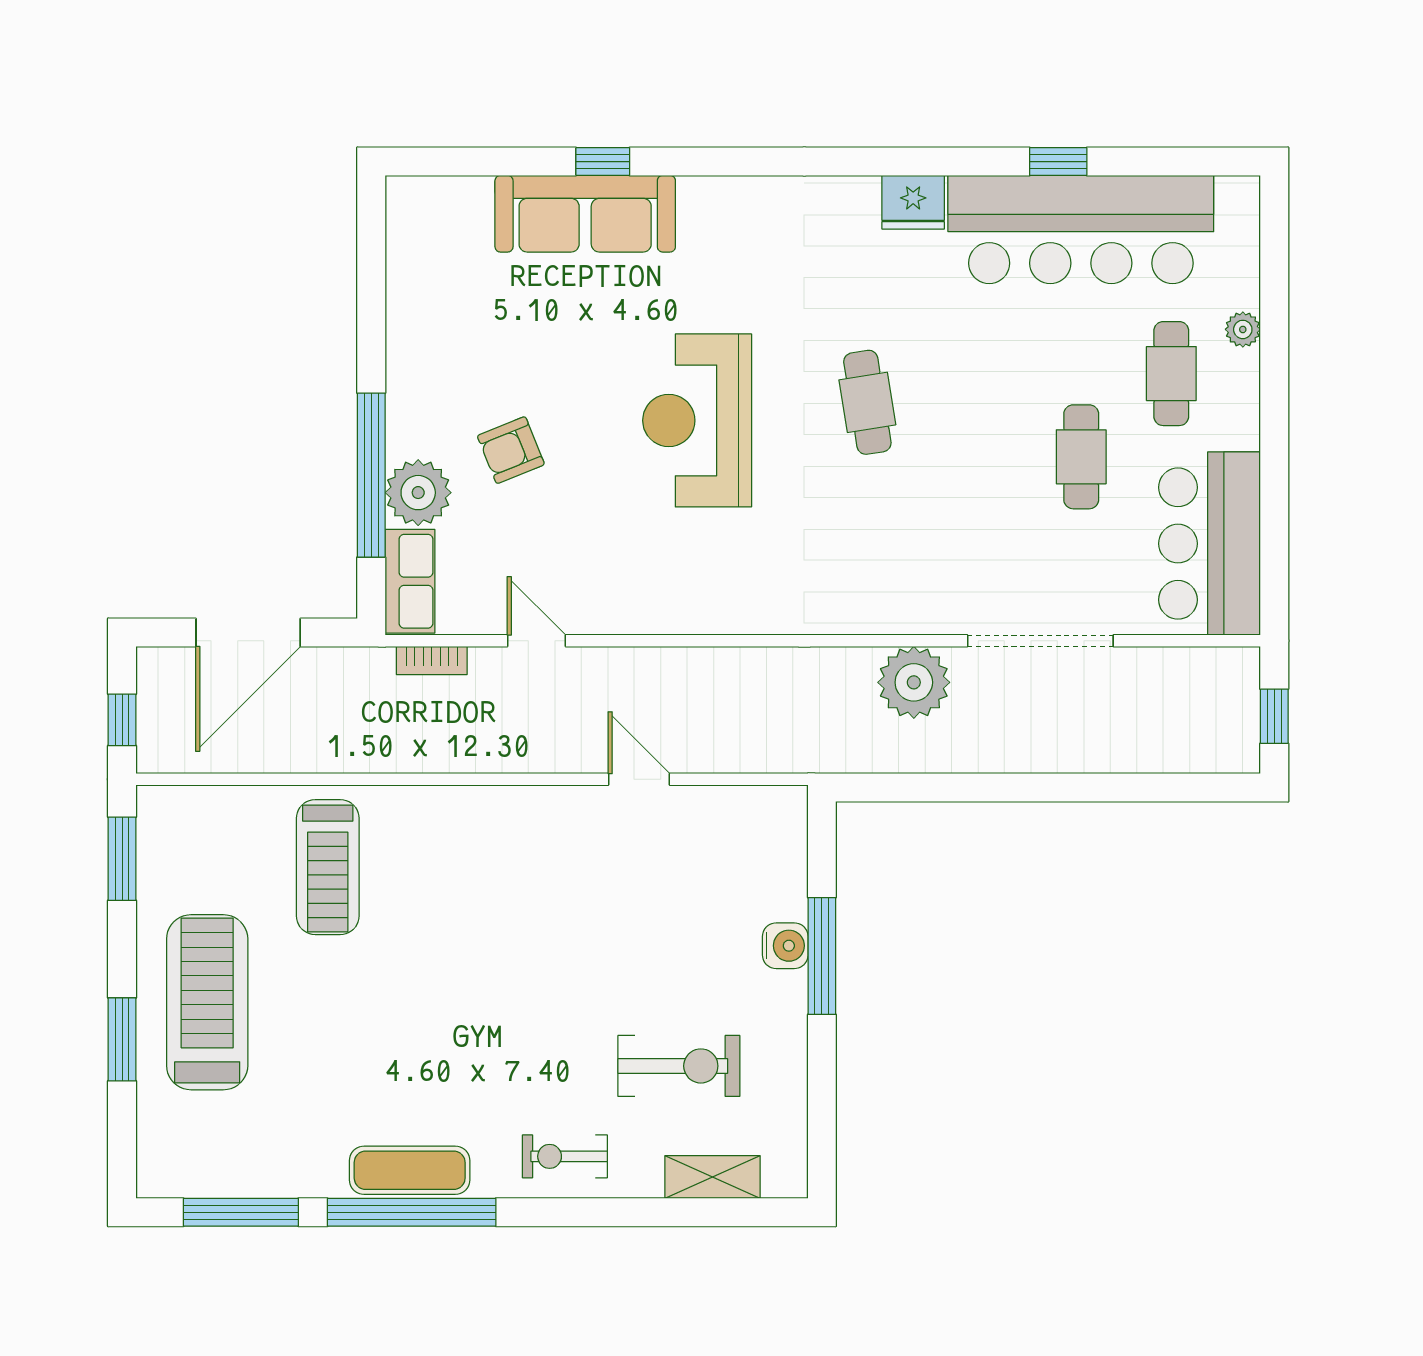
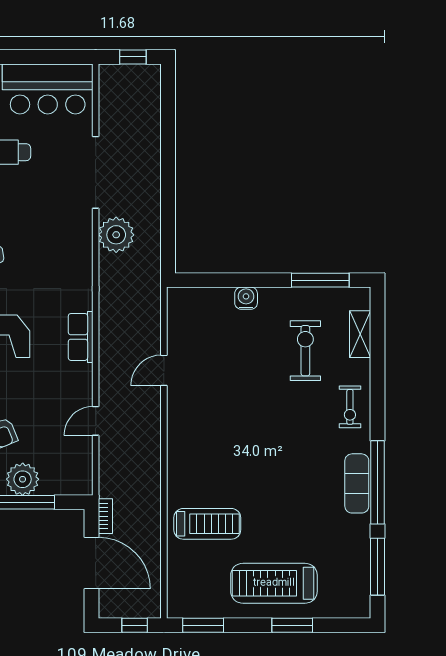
row of seats: (410, 581) -> (81, 337), moved, turned -90
bookcase: (432, 660) -> (105, 516), moved
window: (822, 956) -> (320, 280), moved

